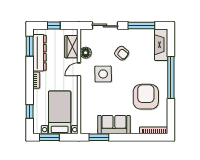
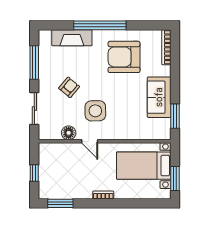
fireplace: (161, 45) -> (72, 38), moved
wardrobe: (71, 47) -> (61, 151), removed
dresser: (39, 53) -> (69, 191), removed
window: (30, 111) -> (143, 203), removed

